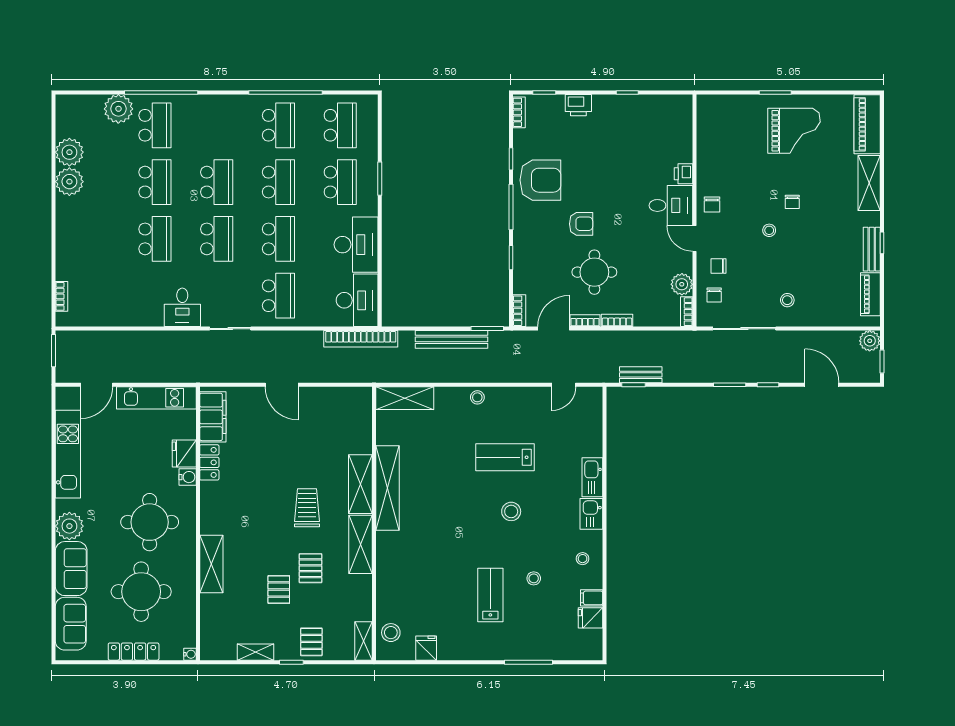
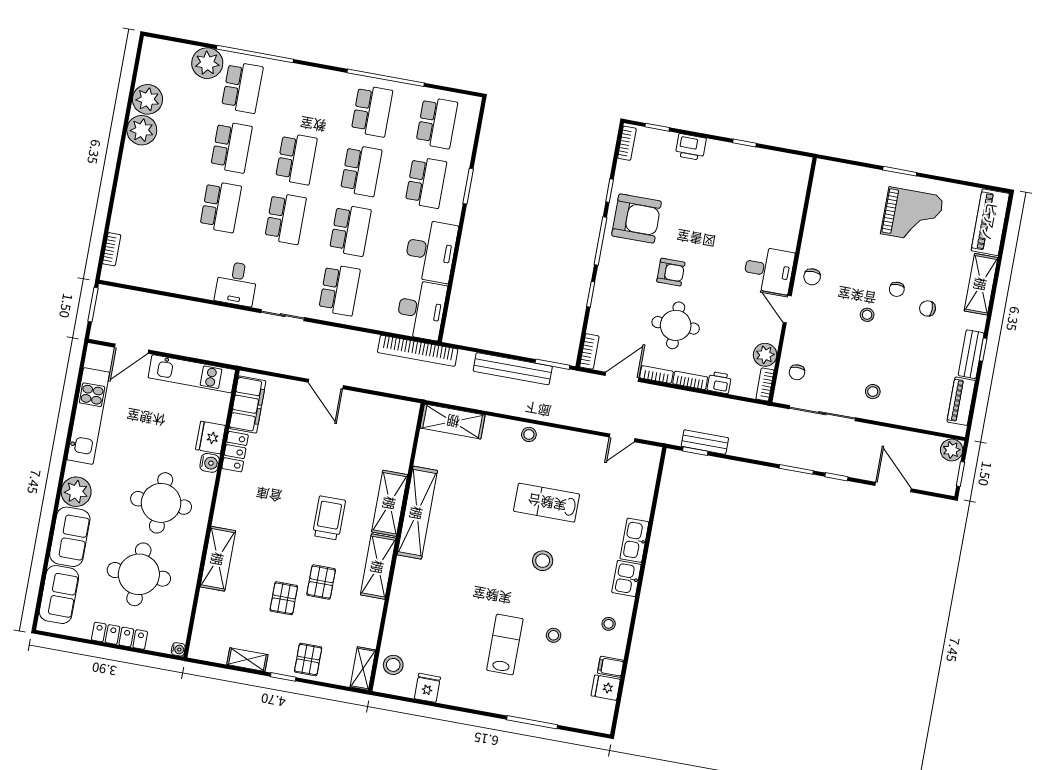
printer: (684, 174) -> (719, 383), moved, turned 90
chair: (718, 266) -> (927, 308), moved

